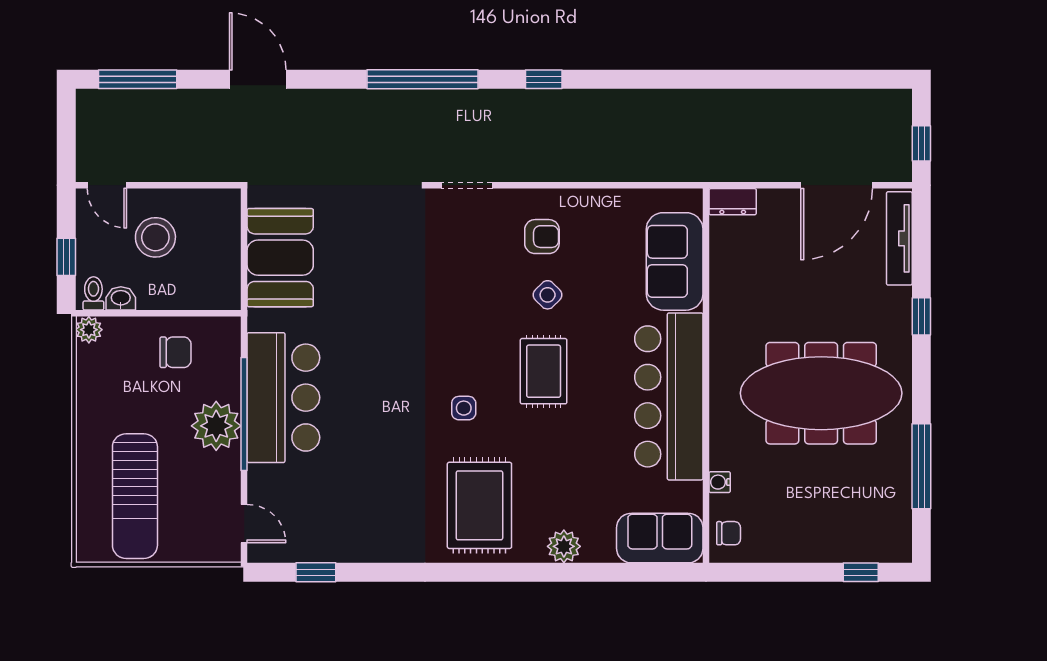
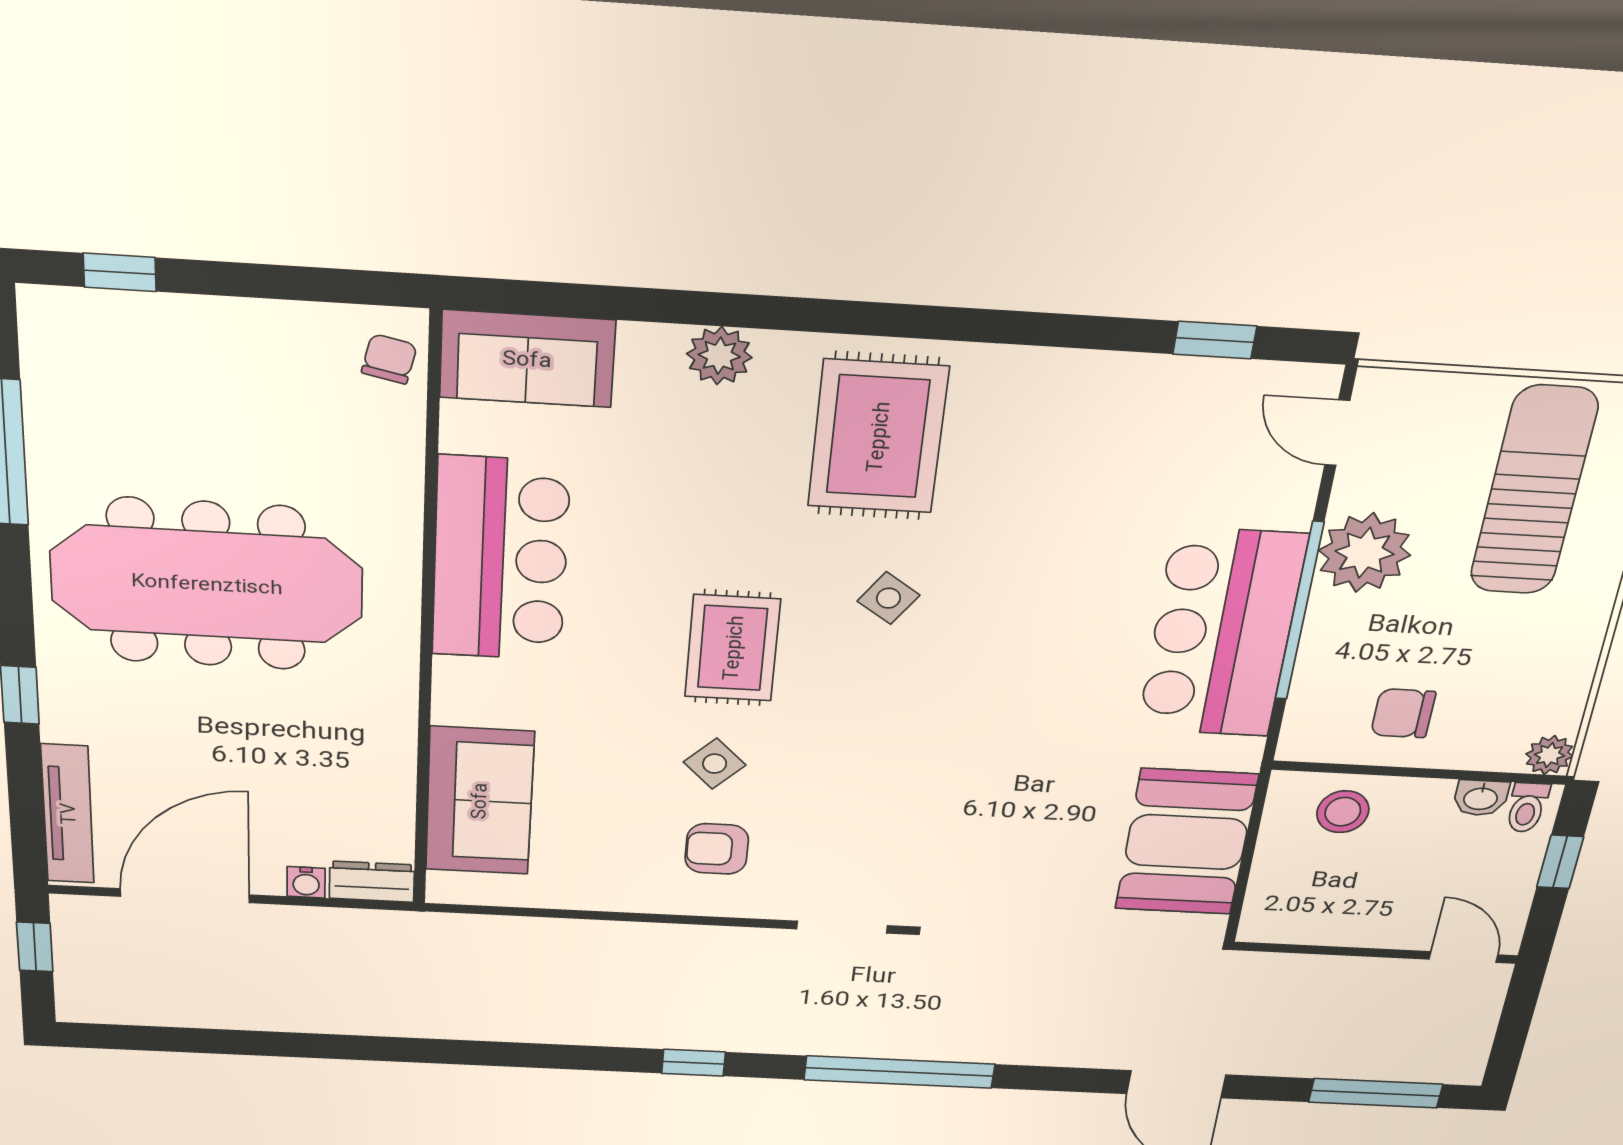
stool: (155, 237) -> (1343, 812), moved, width x0.73, depth x0.73
bar counter: (669, 396) -> (500, 559), width x0.73
side table: (464, 408) -> (889, 598), turned 35
plant: (216, 426) -> (1365, 553), moved
water cooler: (720, 482) -> (306, 882), moved, turned 90
chair: (729, 533) -> (389, 359), turned 103

